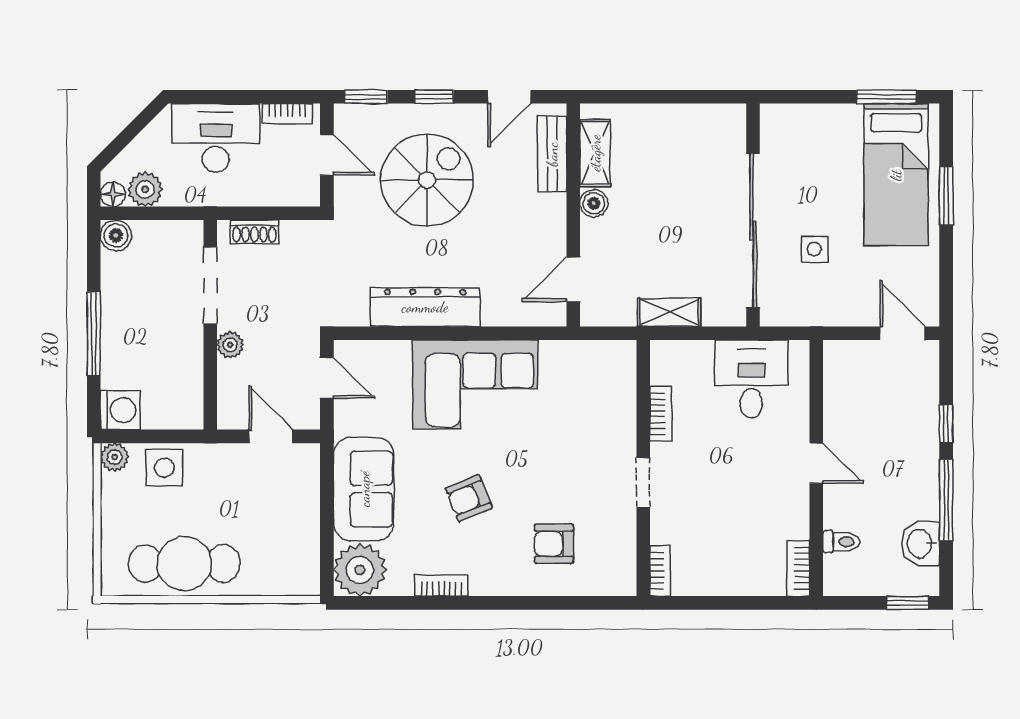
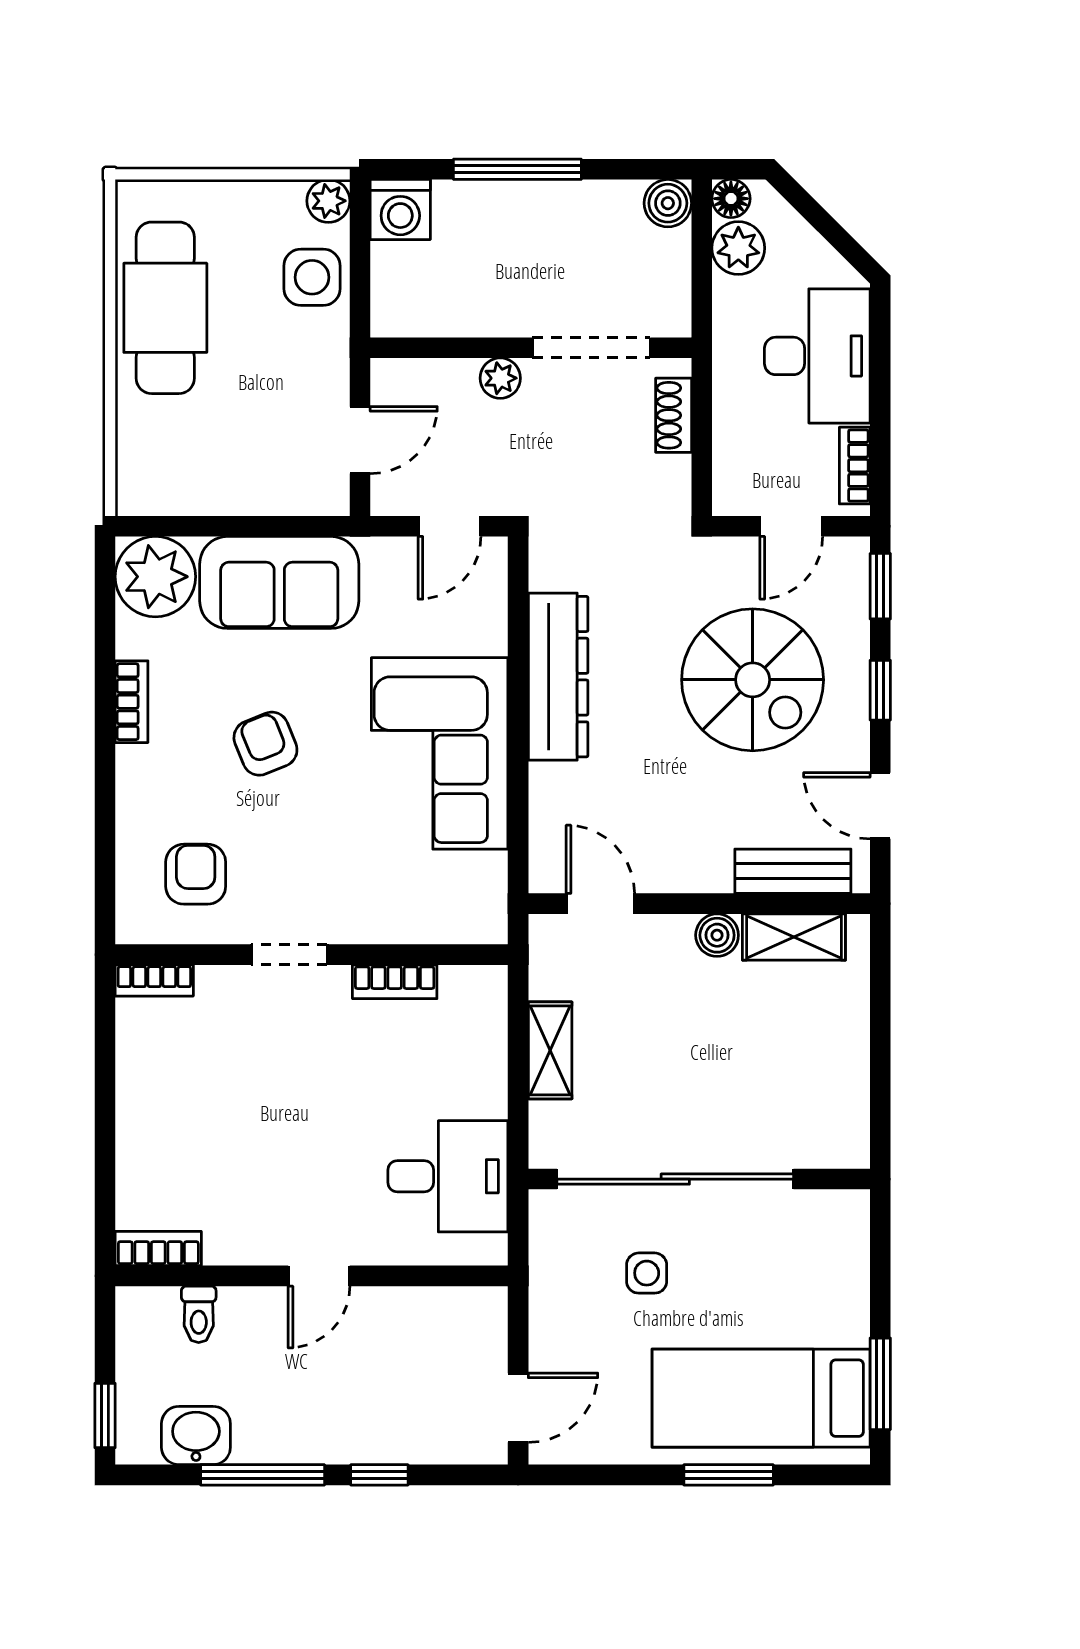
bookcase: (661, 414) -> (395, 982), moved
wall: (643, 468) -> (312, 955), moved
doorway: (643, 483) -> (289, 955), moved
bookcase: (660, 571) -> (154, 980), moved

